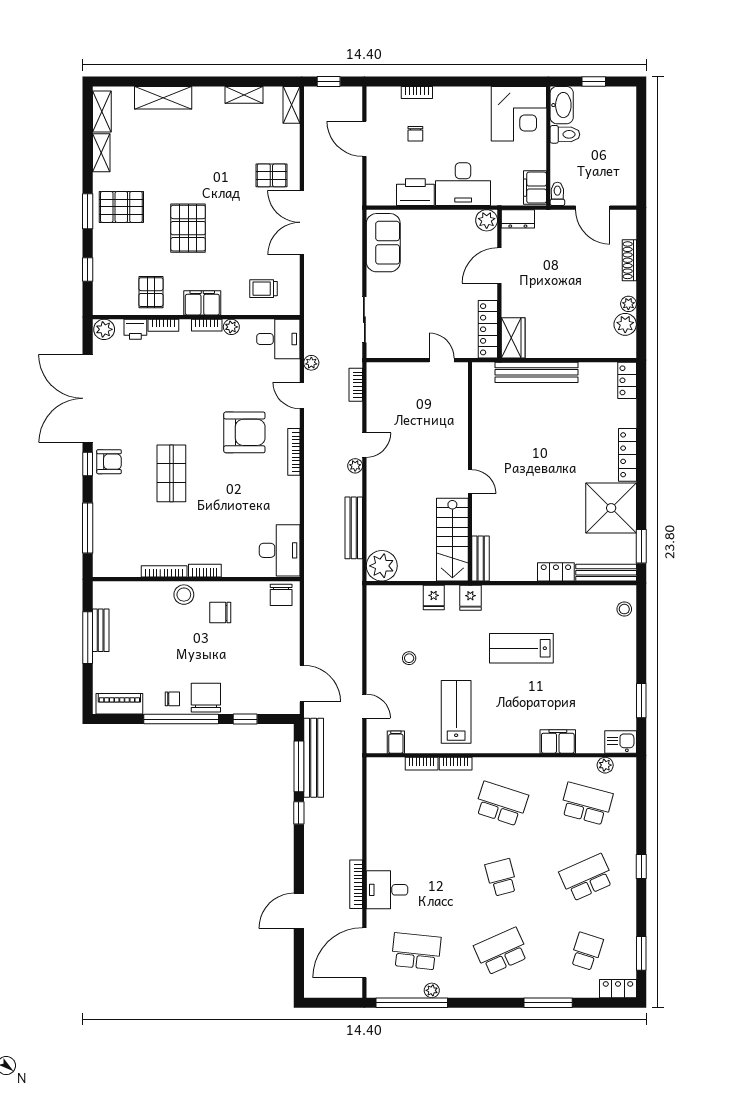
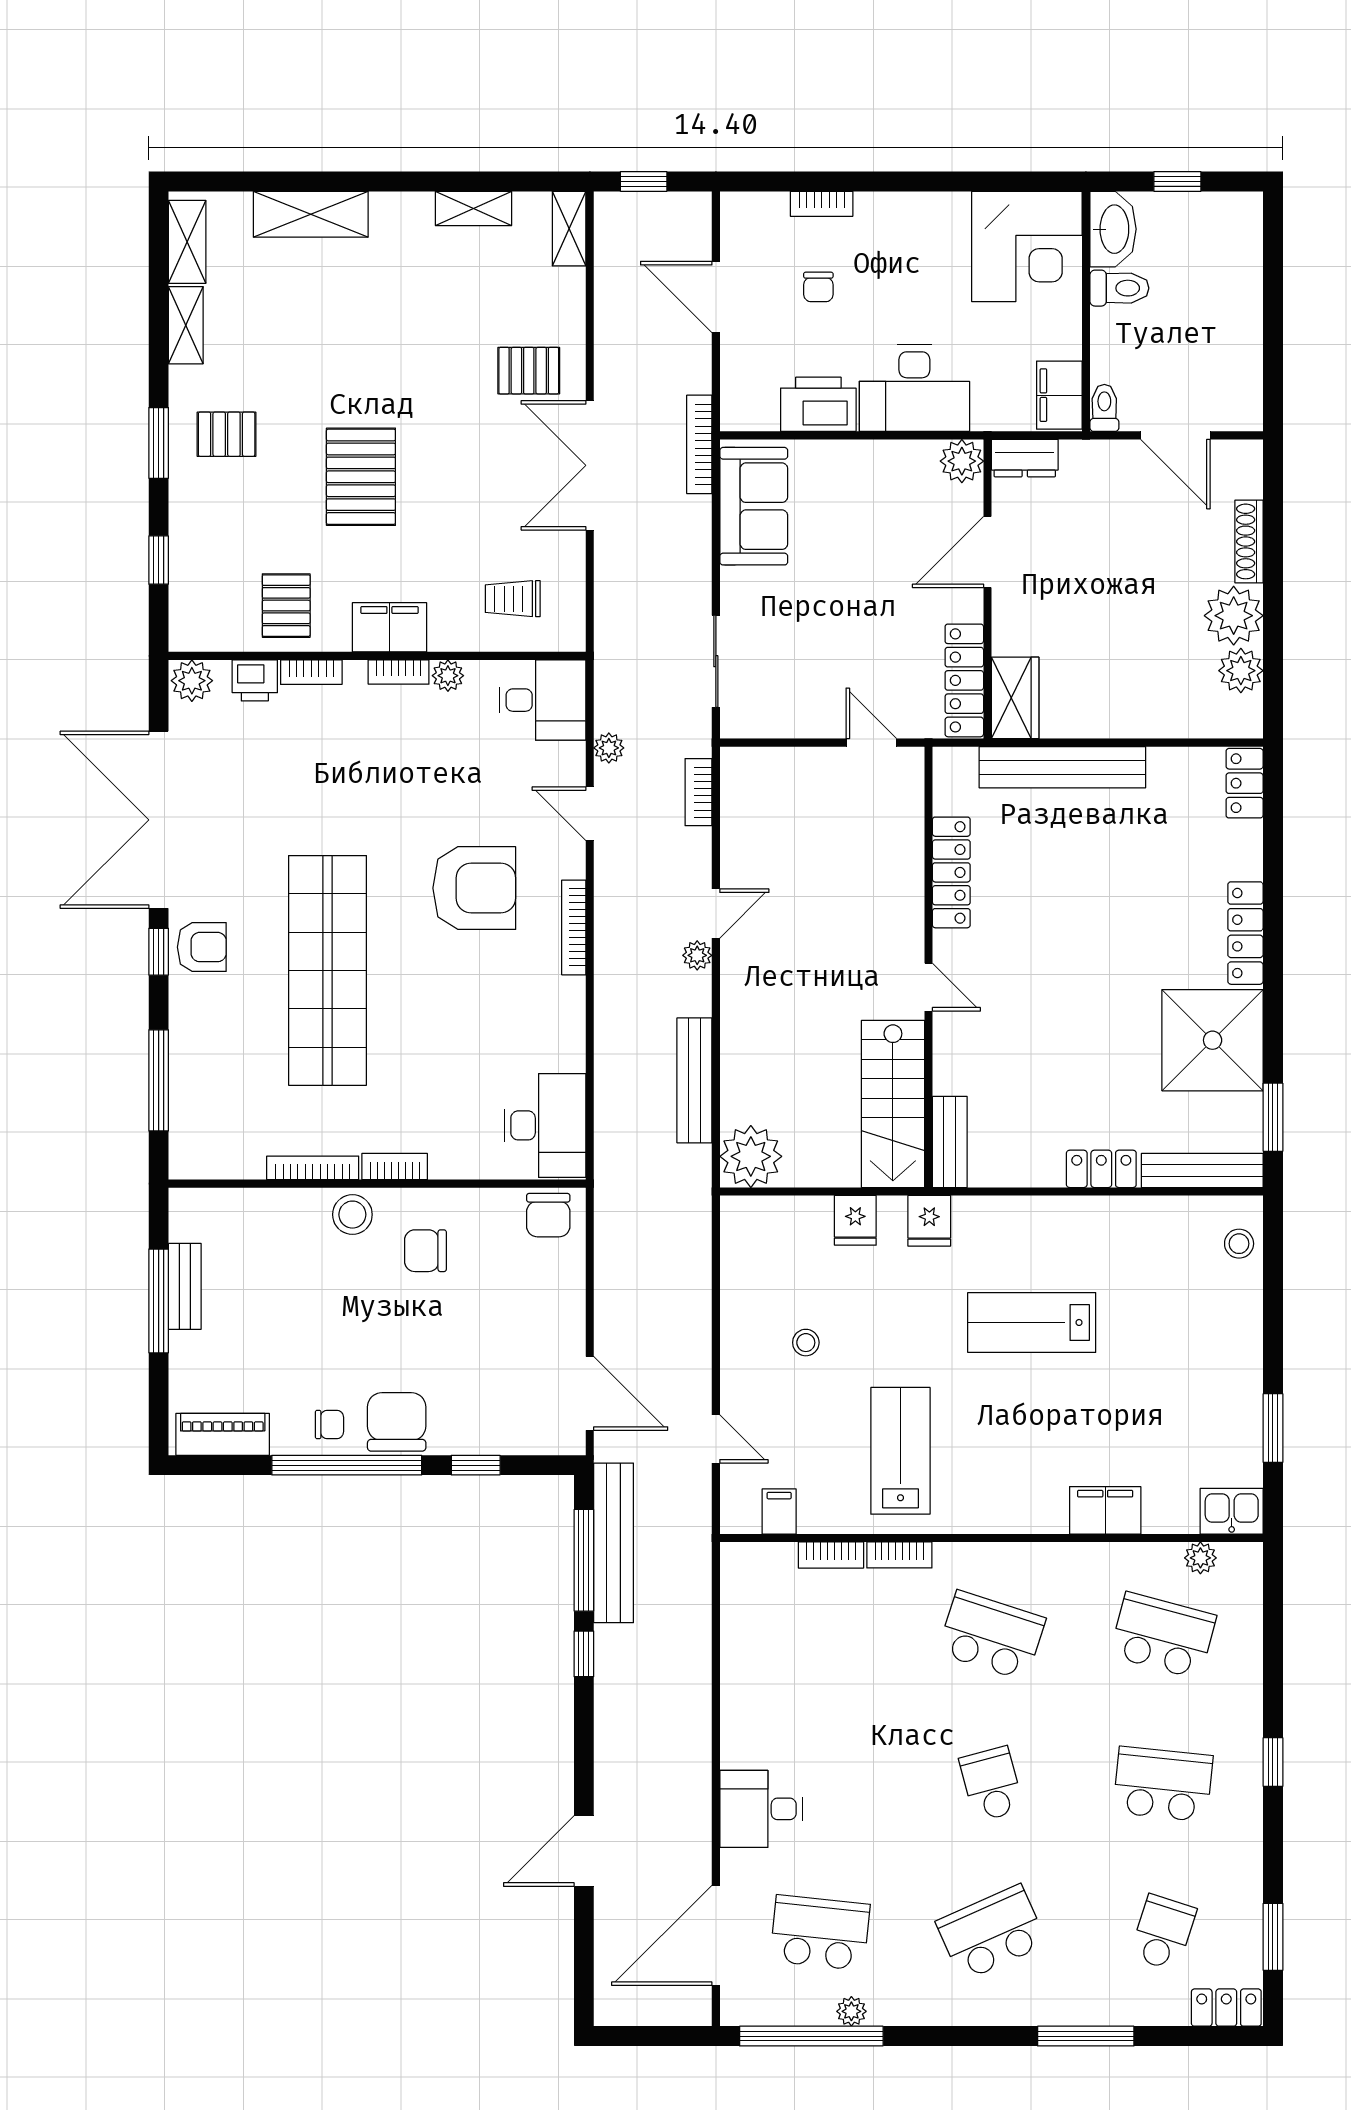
pallet: (121, 207) -> (227, 434), width x0.67, depth x0.71
plant: (628, 304) -> (1234, 616), width x1.88, depth x1.88
locker: (481, 425) -> (951, 872), added
shop shelf: (171, 473) -> (327, 970), width x2.00, depth x1.36
school desk: (586, 877) -> (1163, 1784), turned 30
bookcase: (356, 884) -> (699, 444), moved

